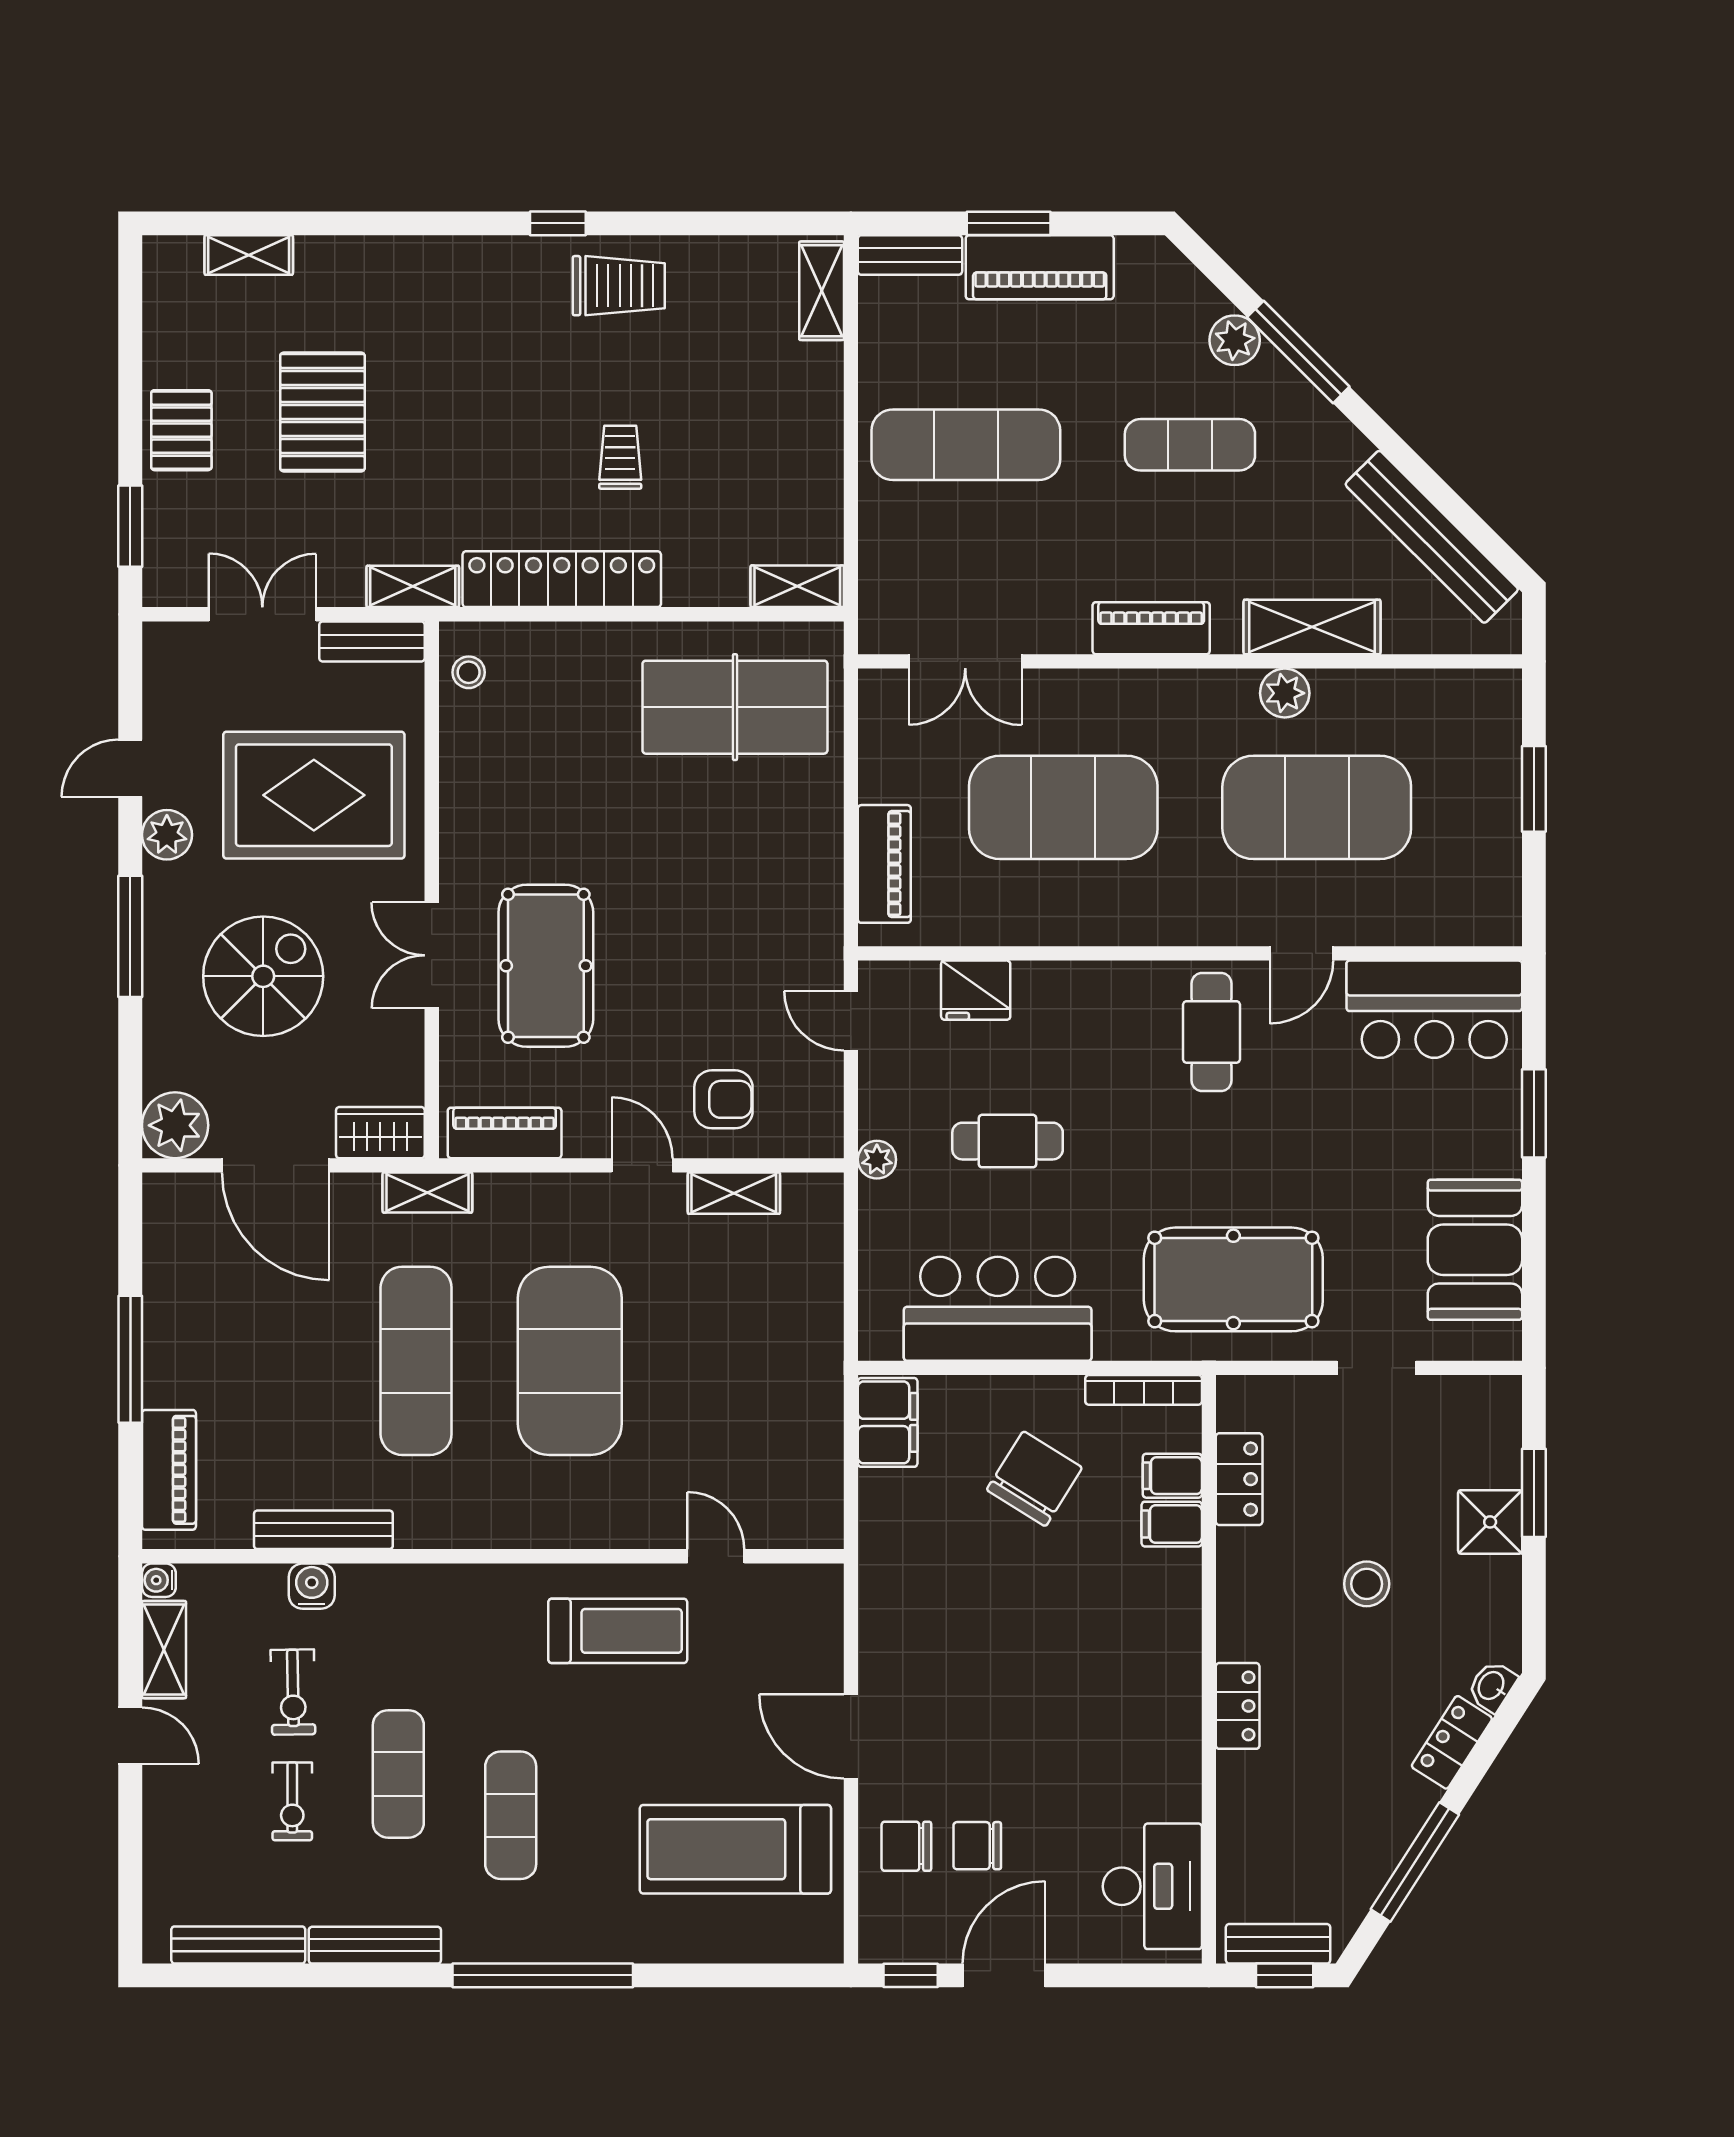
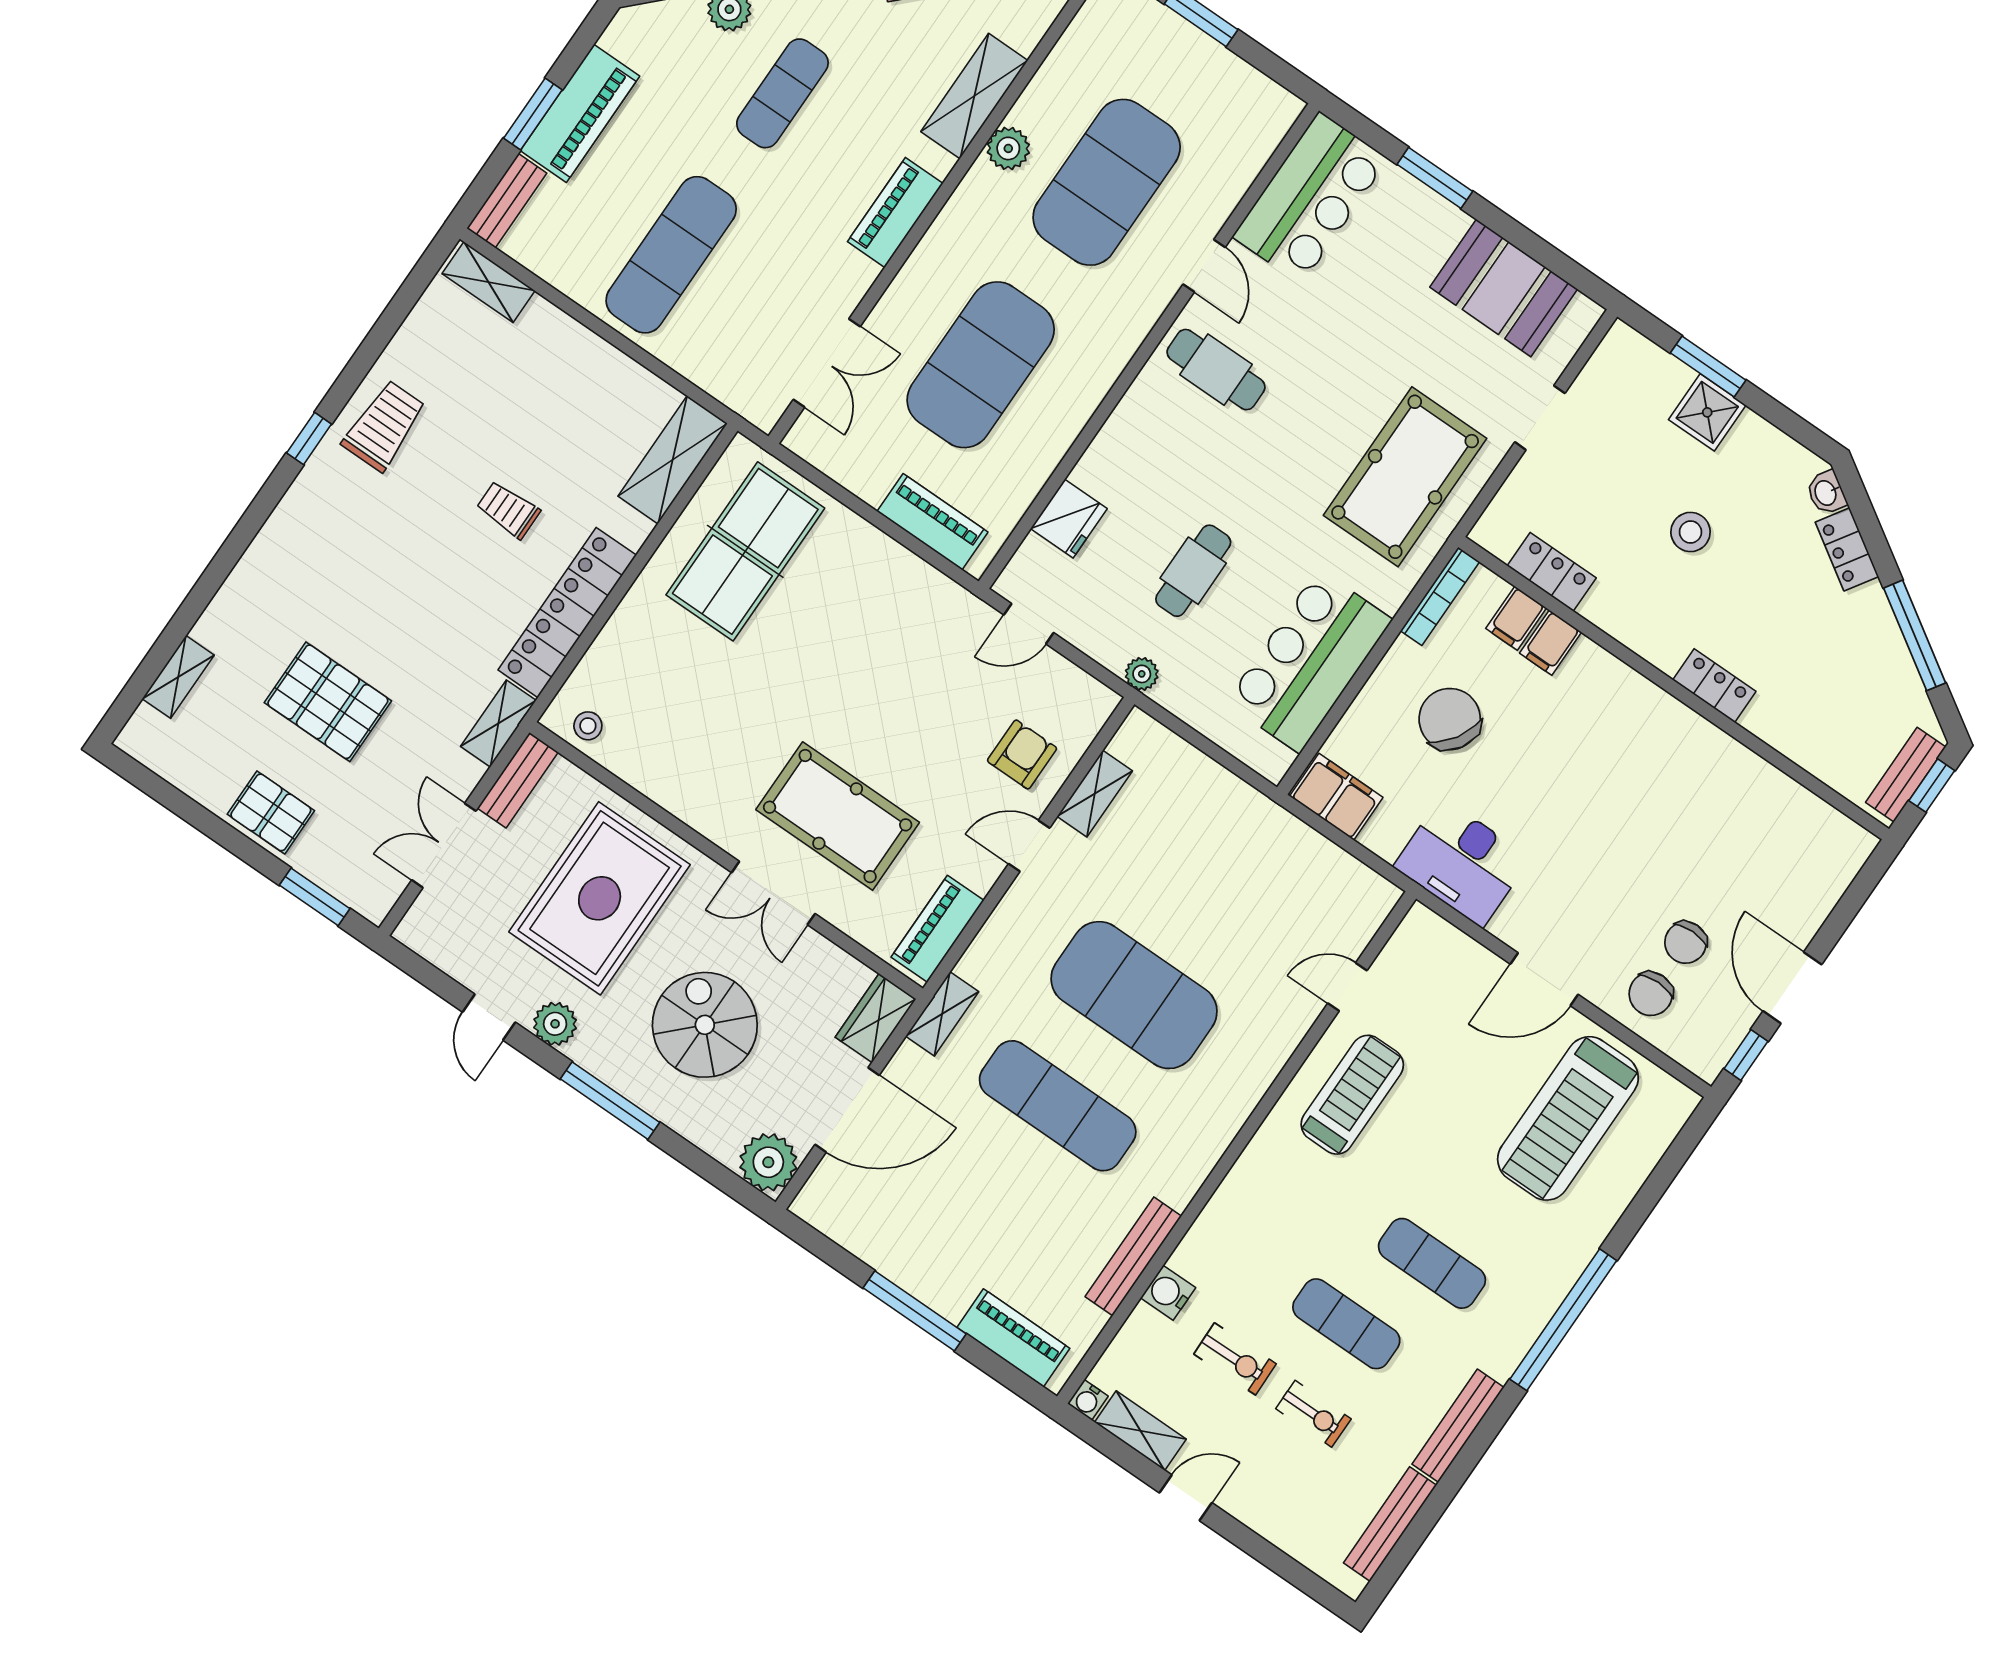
shelving: (797, 586) -> (673, 460), width x1.50, depth x1.33
desk: (1152, 1886) -> (1462, 862), moved, turned 180

